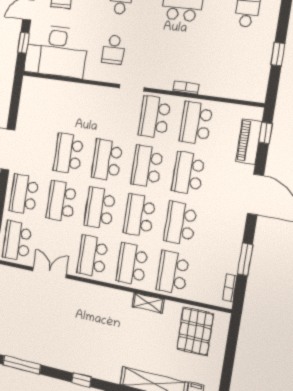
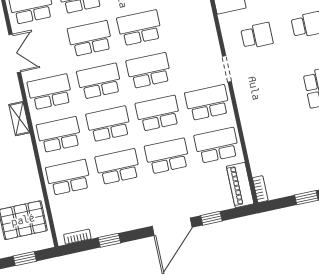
school desk: (113, 50) -> (257, 36), turned 180
bookcase: (186, 88) -> (260, 189), moved
window: (265, 133) -> (211, 218), moved
piano: (249, 142) -> (240, 185), moved, turned -90
window: (245, 259) -> (109, 240), width x0.67
shelving: (148, 303) -> (19, 119), moved
window: (231, 346) -> (25, 259), added

